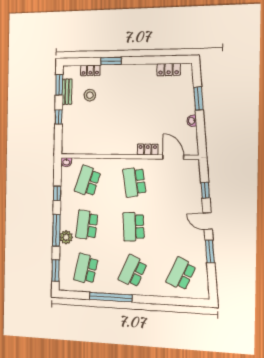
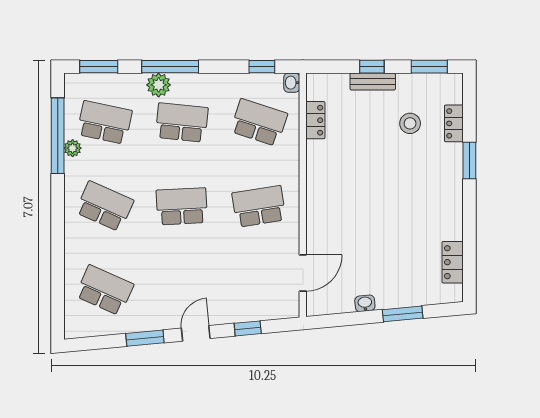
bench: (67, 92) -> (373, 81), moved
locker: (148, 150) -> (315, 120), moved
window: (57, 193) -> (262, 67), moved
plant: (100, 288) -> (73, 148), added
window: (111, 297) -> (58, 136), moved

